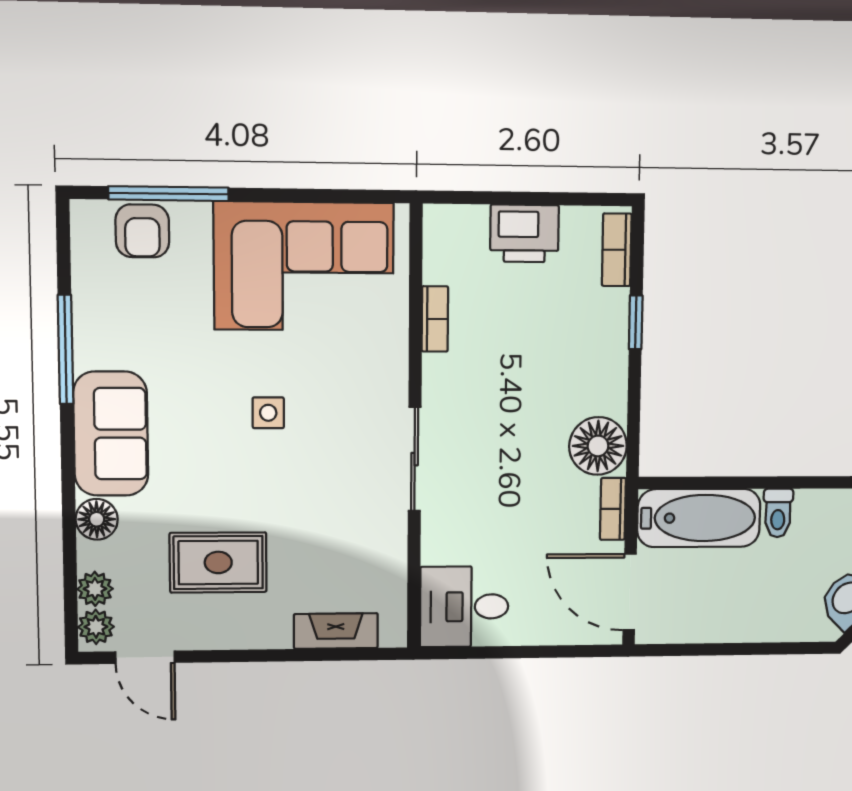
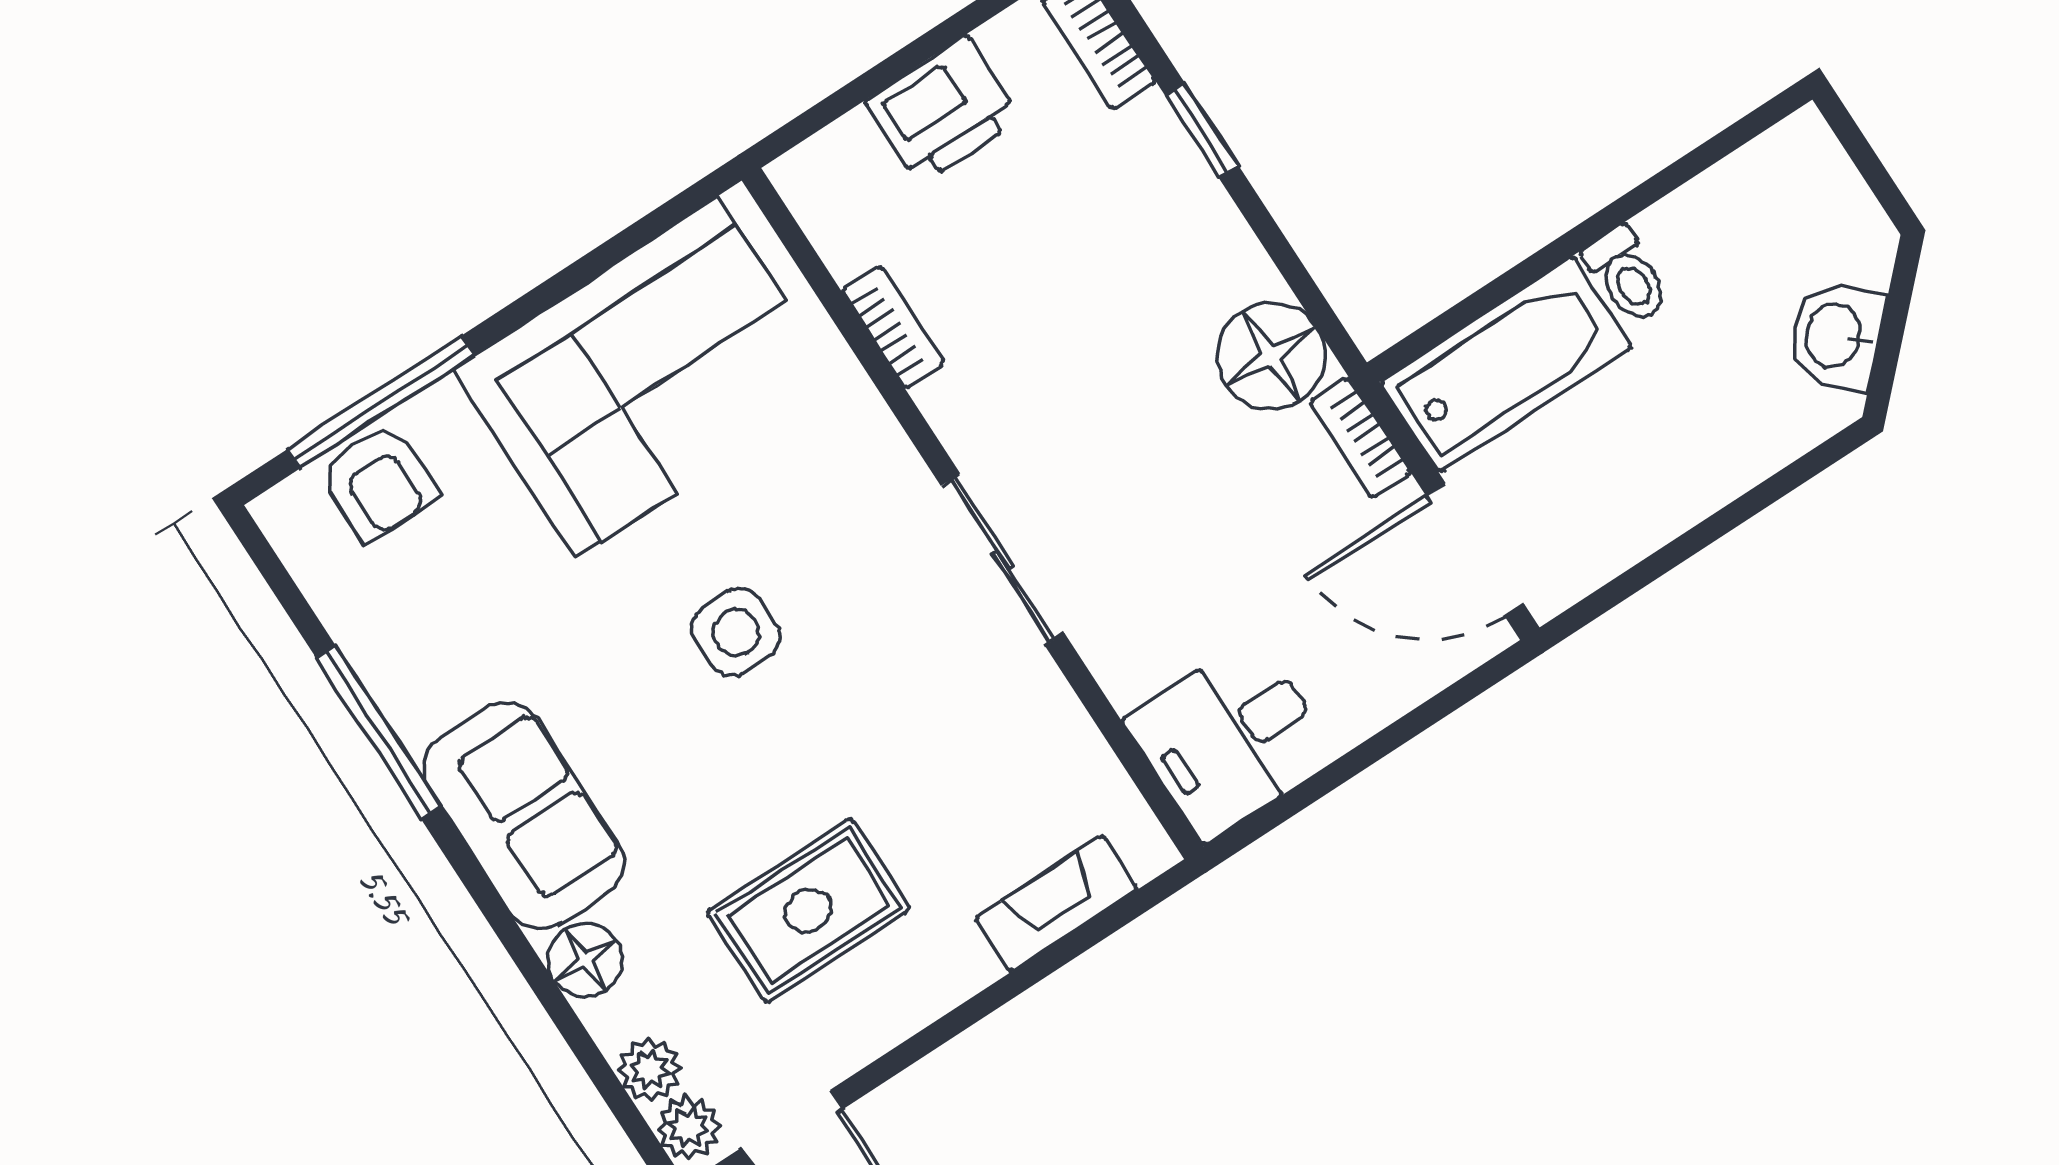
side table: (268, 413) -> (736, 632), width x1.37, depth x1.37

